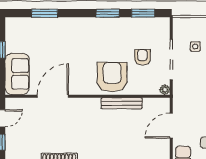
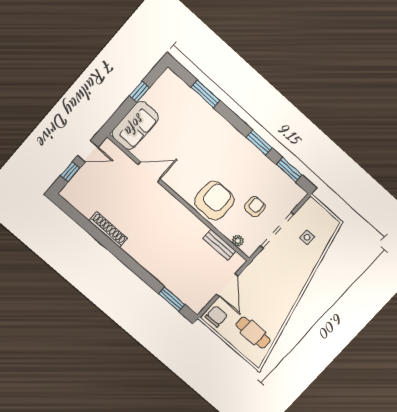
plant: (165, 90) -> (238, 241), moved
door: (53, 96) -> (149, 172), width x0.73
bench: (122, 103) -> (219, 245), moved, width x0.73
door: (171, 126) -> (227, 285), swing flipped

